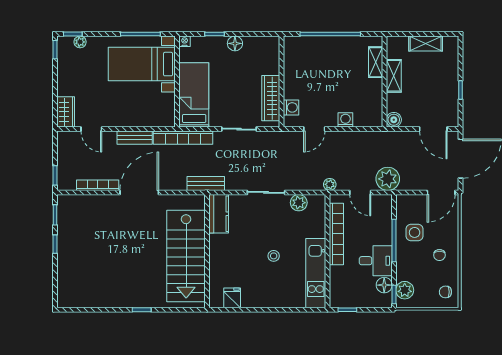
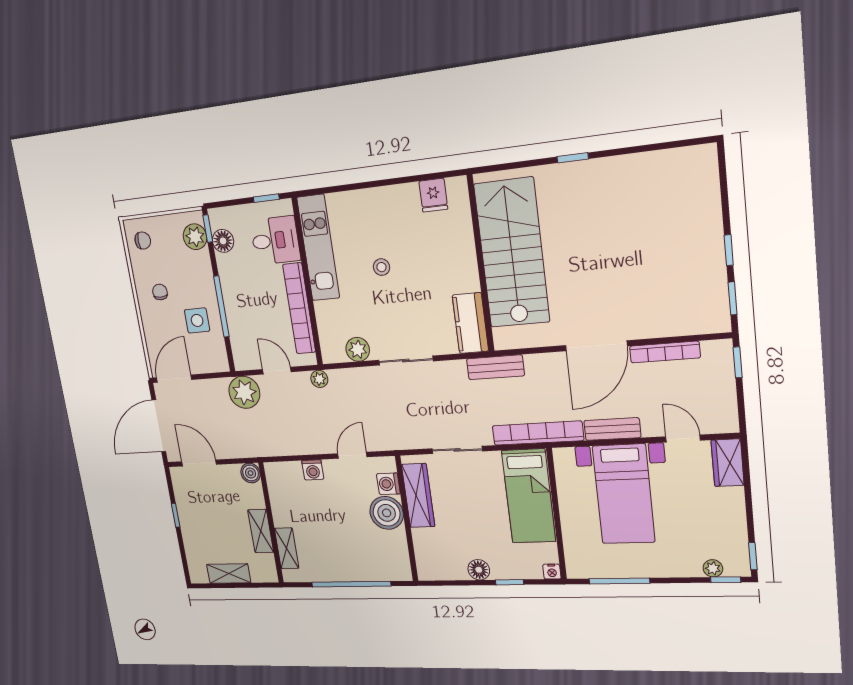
bed with nightstands: (142, 64) -> (624, 494), moved, turned 90
boiler: (295, 86) -> (387, 513), added
desk: (376, 261) -> (275, 240), moved, turned 180

